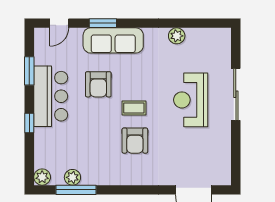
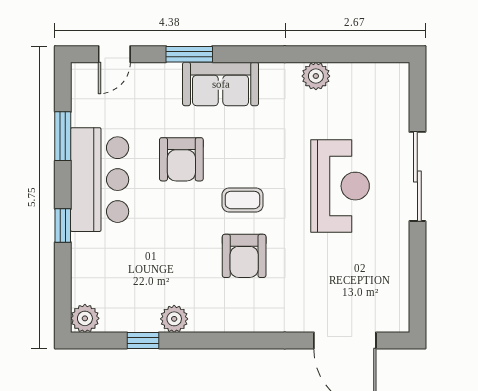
sofa: (113, 40) -> (221, 84), width x0.73
reception desk: (191, 100) -> (340, 186), turned 180
plant: (72, 177) -> (174, 319), moved
window: (76, 190) -> (143, 340), width x0.46

